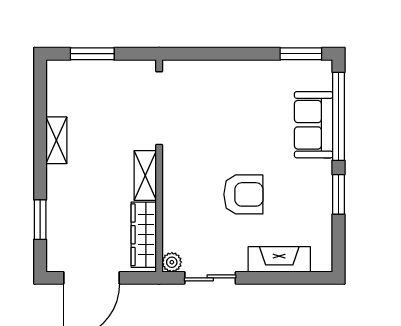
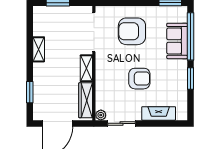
armchair: (230, 107) -> (132, 31), added

